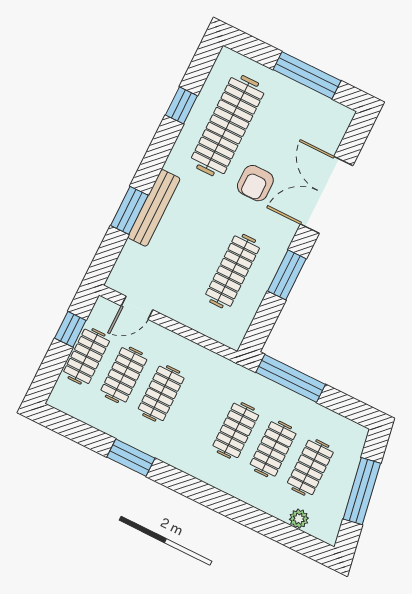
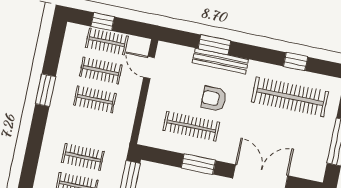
armchair: (255, 183) -> (214, 99), moved
window: (70, 329) -> (103, 22), moved

